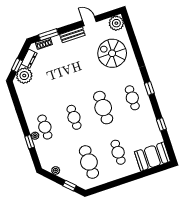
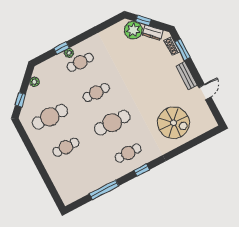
plant: (116, 23) -> (207, 122), removed
spiral stairs: (112, 53) -> (174, 123), turned 90
window: (161, 124) -> (104, 190), width x2.17
booth: (152, 157) -> (67, 186), removed

